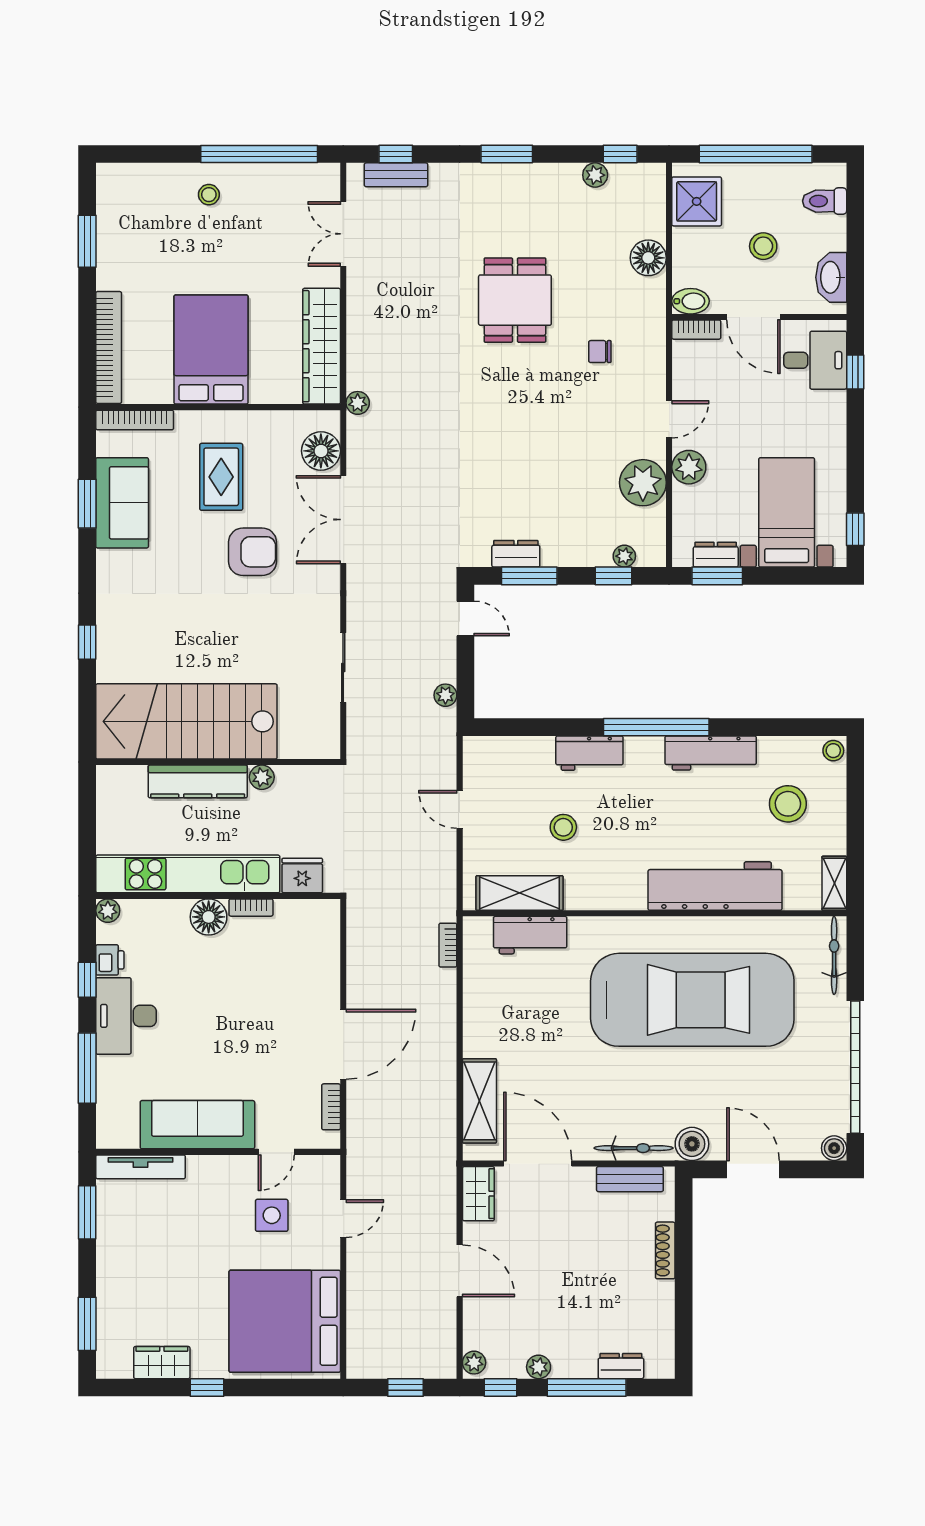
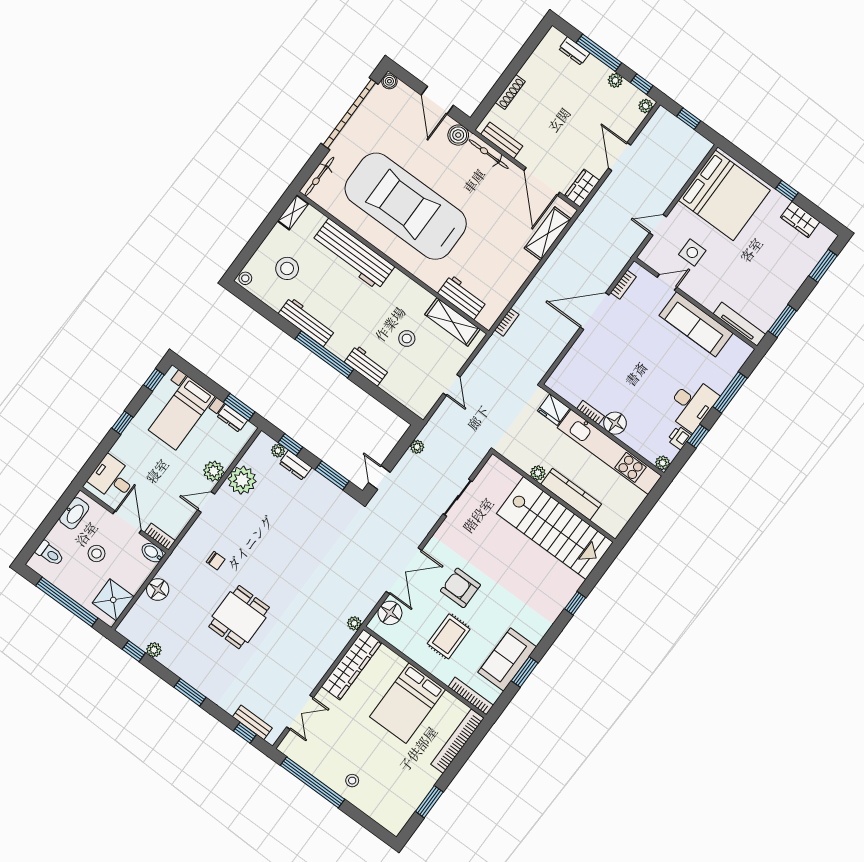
window: (855, 372) -> (122, 423), moved
dresser: (516, 554) -> (296, 465), moved

